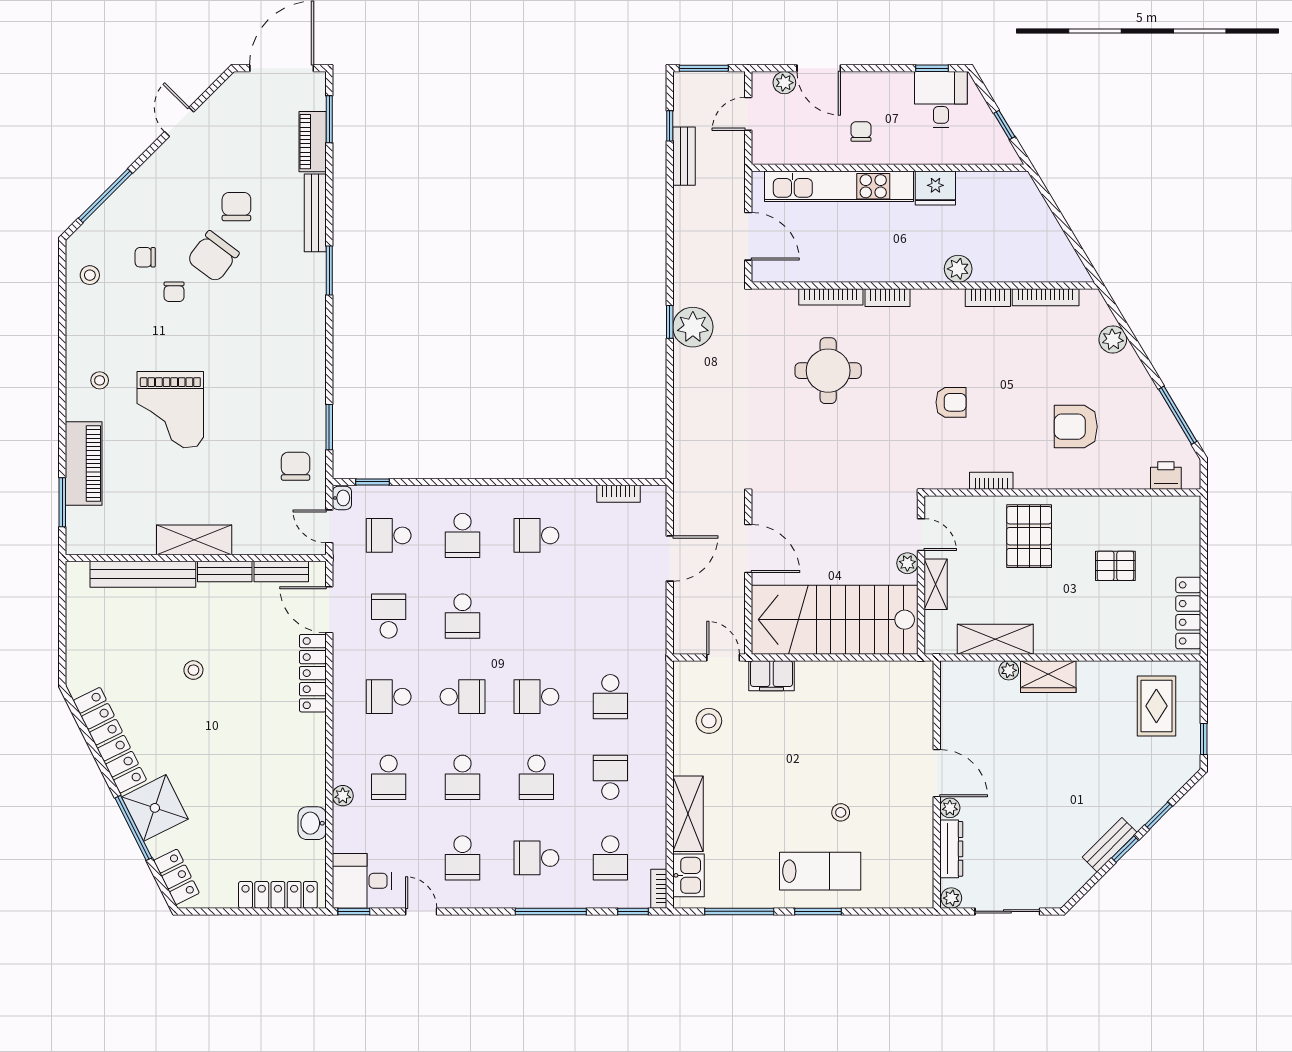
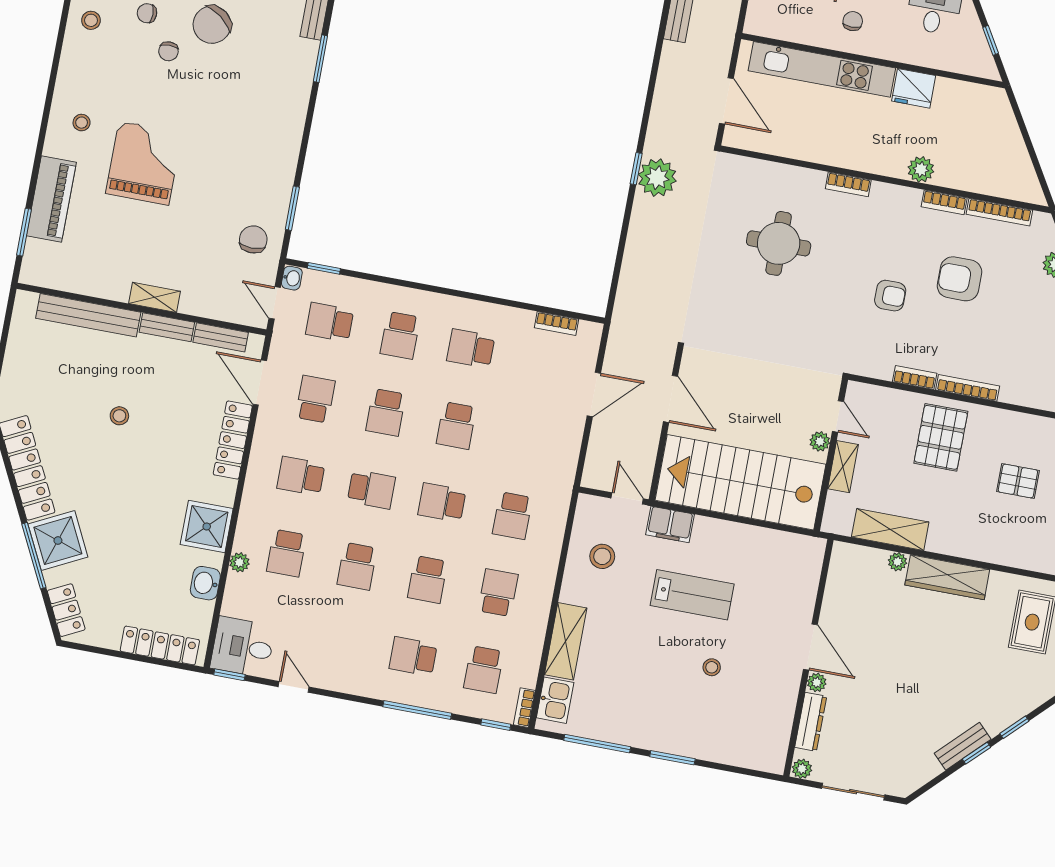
bookcase: (831, 297) -> (968, 388), moved, turned 180
grand piano: (170, 410) -> (144, 163), turned 180
armchair: (1076, 427) -> (959, 279), moved
shelving: (194, 540) -> (154, 297), width x0.67, depth x0.75
wardrobe: (1048, 677) -> (947, 577), width x1.50
shower: (303, 766) -> (207, 526), added
school desk: (463, 858) -> (456, 426), moved
lab bench: (820, 871) -> (692, 595), moved

